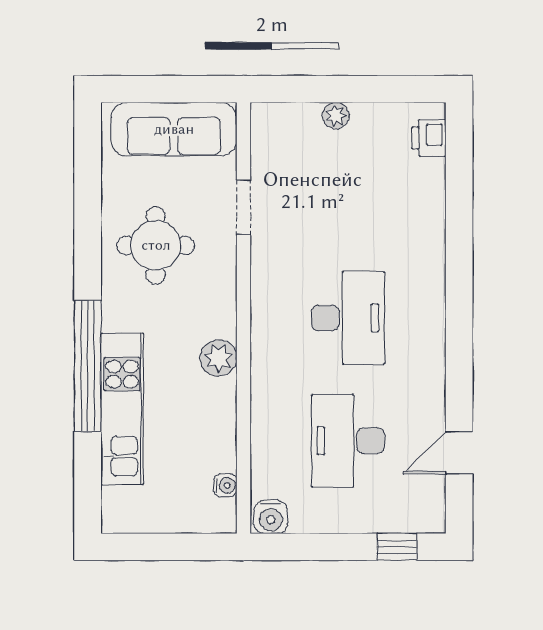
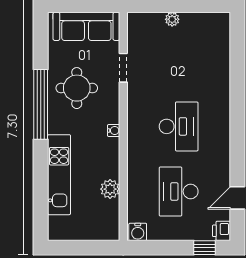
printer: (429, 138) -> (222, 231), moved
plant: (219, 358) -> (110, 189), moved
window: (88, 366) -> (41, 104), moved
water cooler: (225, 485) -> (114, 130), moved

